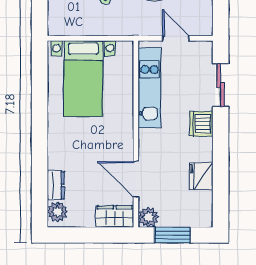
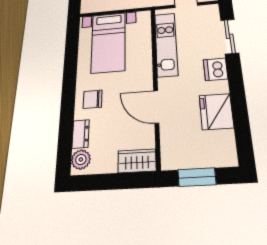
chair: (67, 148) -> (93, 99), added
fridge: (201, 176) -> (216, 111), width x1.36, depth x1.34
door: (136, 179) -> (156, 107), moved
plant: (148, 217) -> (171, 160), removed

